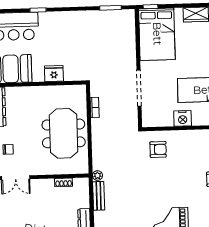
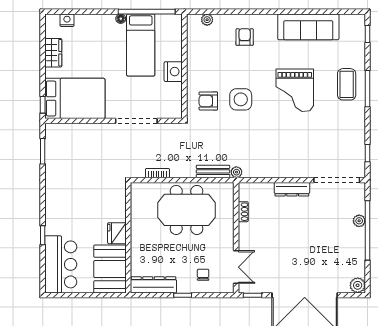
fridge: (54, 74) -> (117, 233), moved
armchair: (158, 149) -> (208, 101), turned -90
side table: (160, 177) -> (241, 99), added
bench: (99, 196) -> (213, 171), moved

